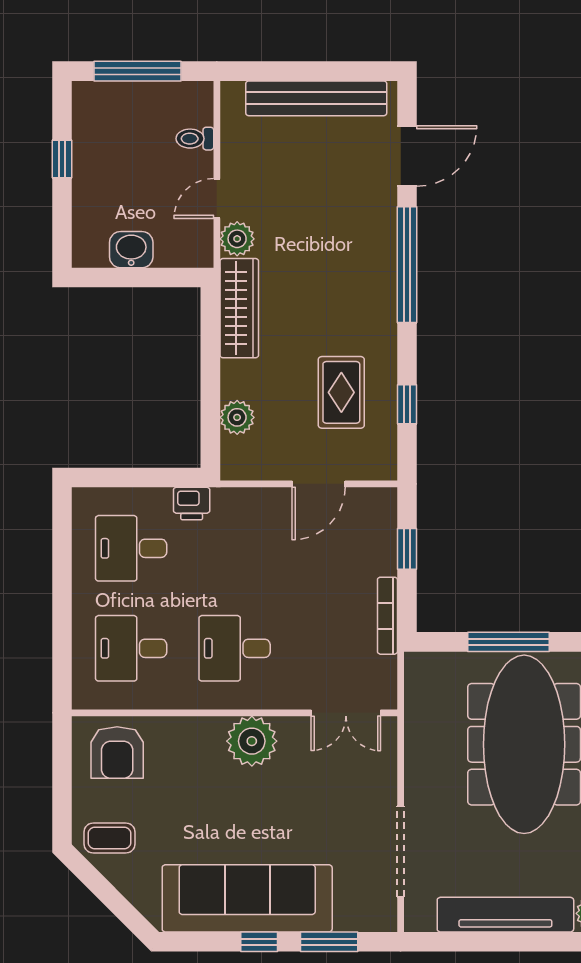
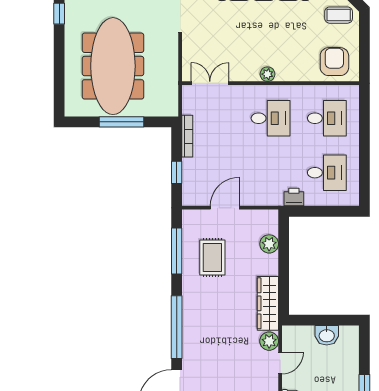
window: (407, 404) -> (177, 251), width x2.17
plant: (252, 741) -> (267, 74), width x0.53, depth x0.53

